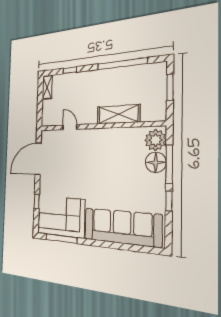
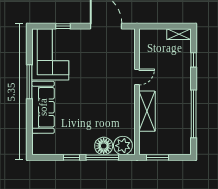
window: (170, 87) -> (157, 157), moved
door: (70, 127) -> (137, 77), moved
sofa: (122, 227) -> (43, 107), width x0.74, depth x0.79
window: (61, 239) -> (29, 82), moved

